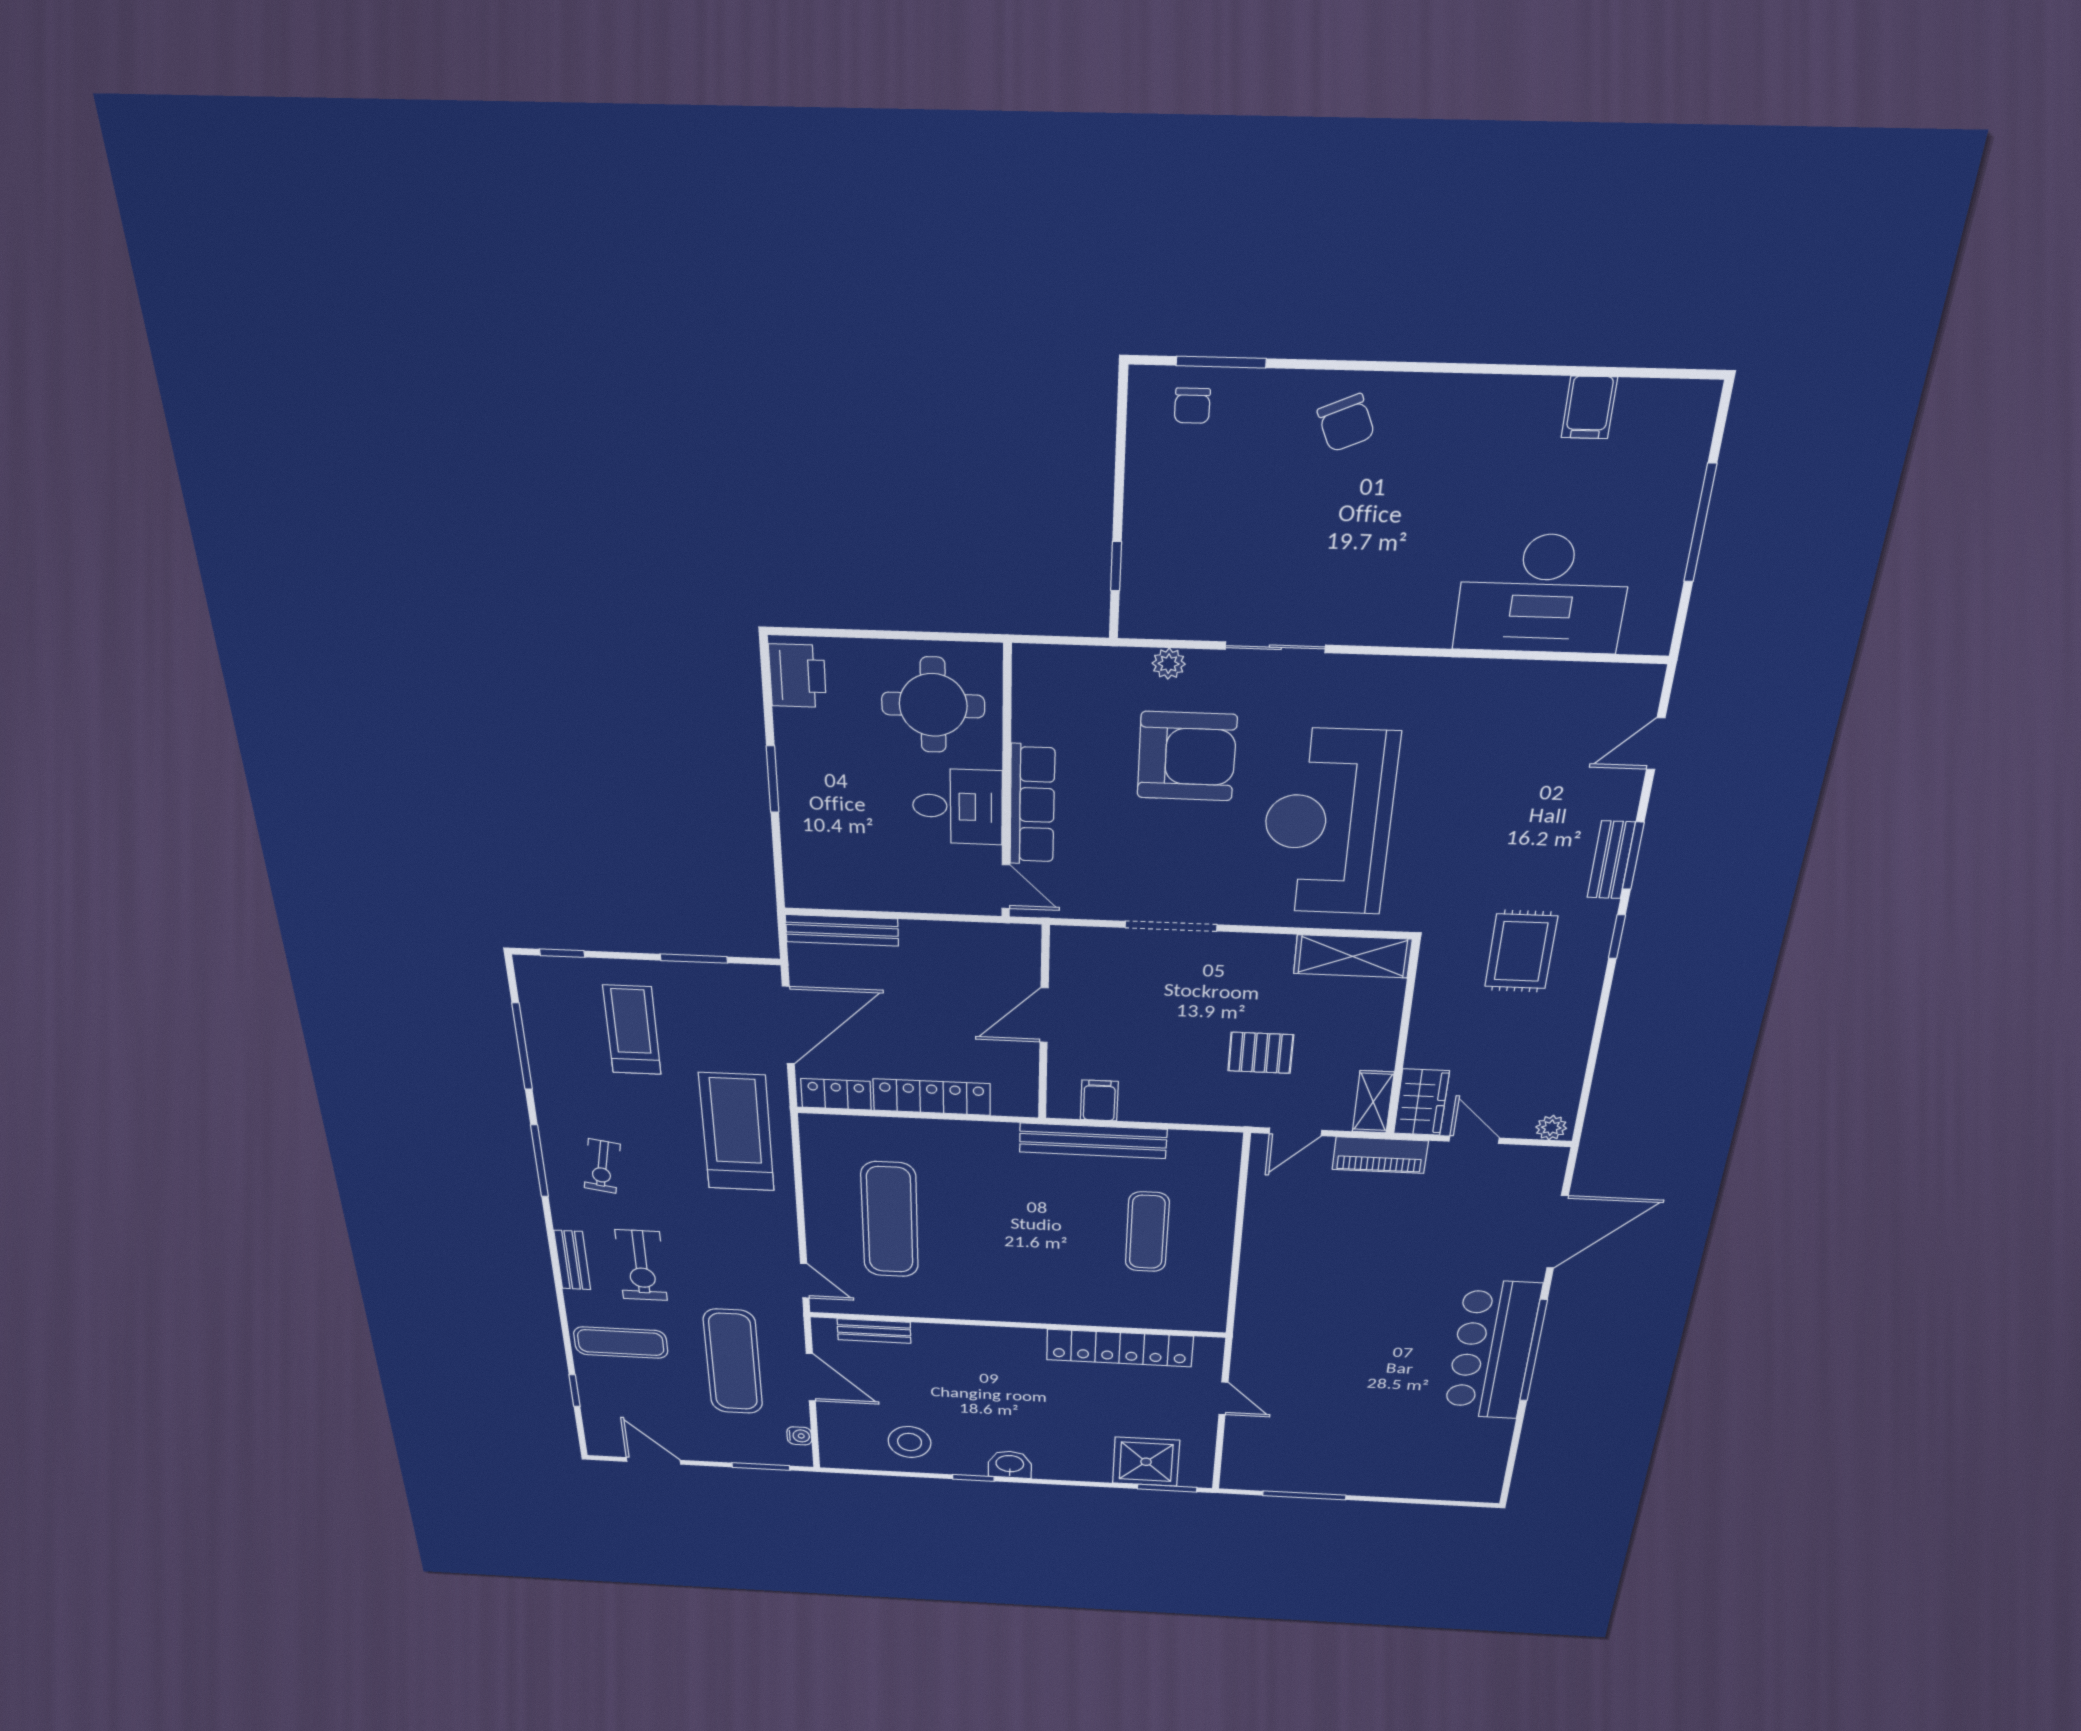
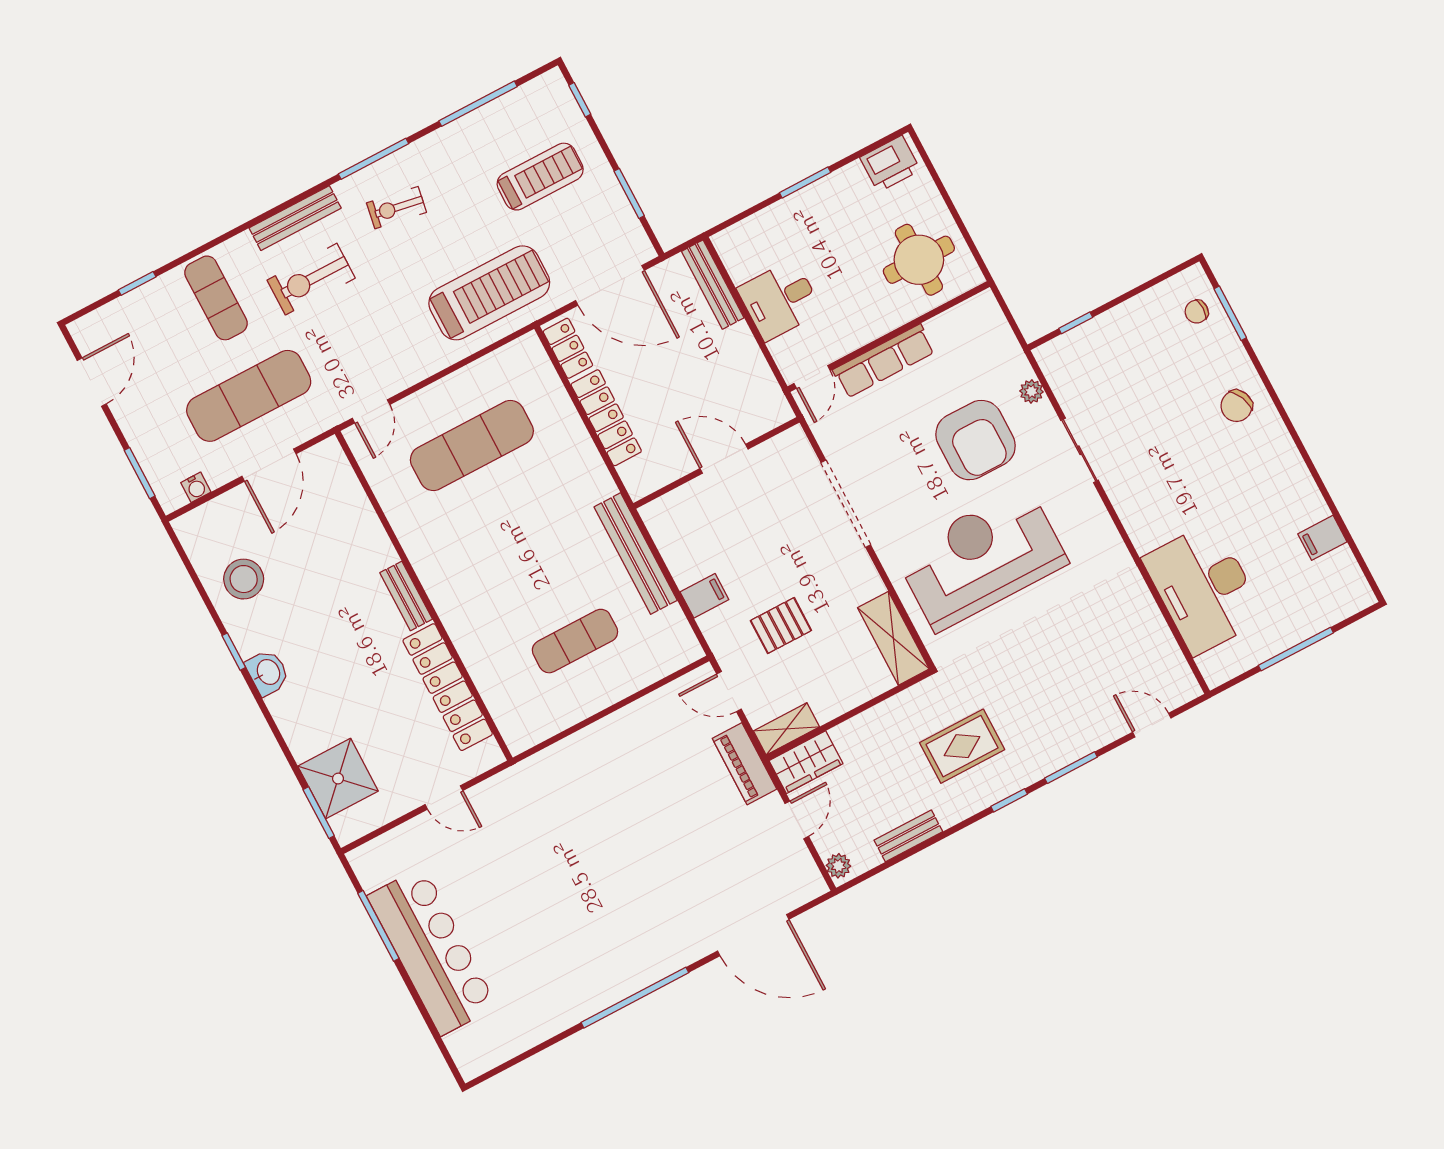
desk: (958, 807) -> (780, 300), moved, turned 90
bench: (1611, 860) -> (908, 836), moved
doorway: (1171, 926) -> (846, 504), width x1.36
pallet: (1261, 1053) -> (781, 626), turned 90
filing cabinet: (1099, 1100) -> (704, 596), moved
bench: (572, 1260) -> (295, 218), width x1.36
bench: (874, 1331) -> (406, 596), moved
bar counter: (1492, 1350) -> (432, 951), moved, turned 90
door: (1223, 1398) -> (444, 797), hinge flipped

